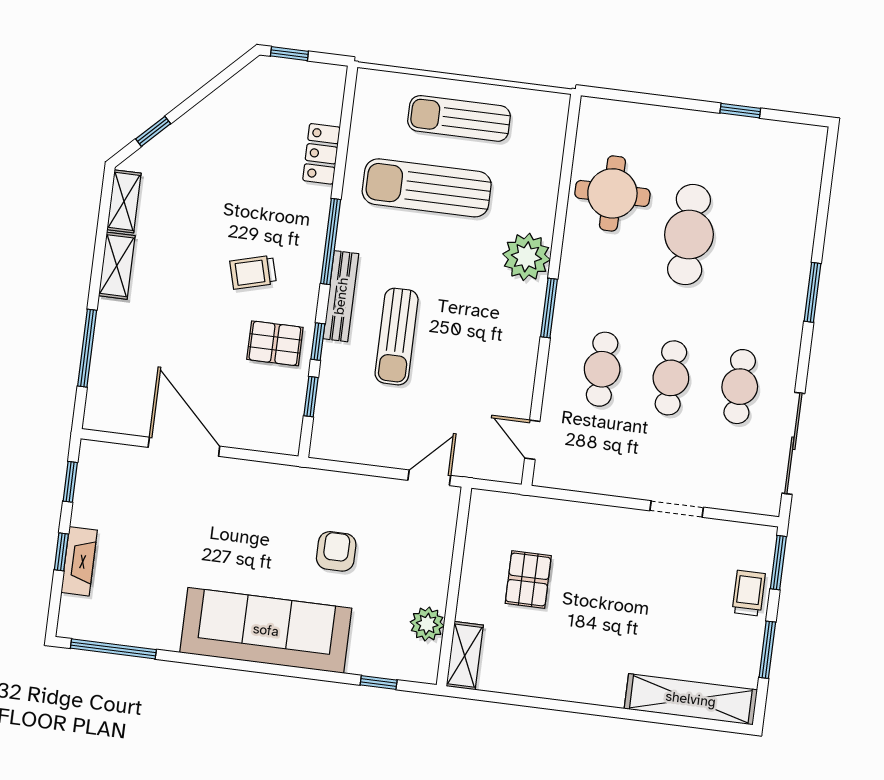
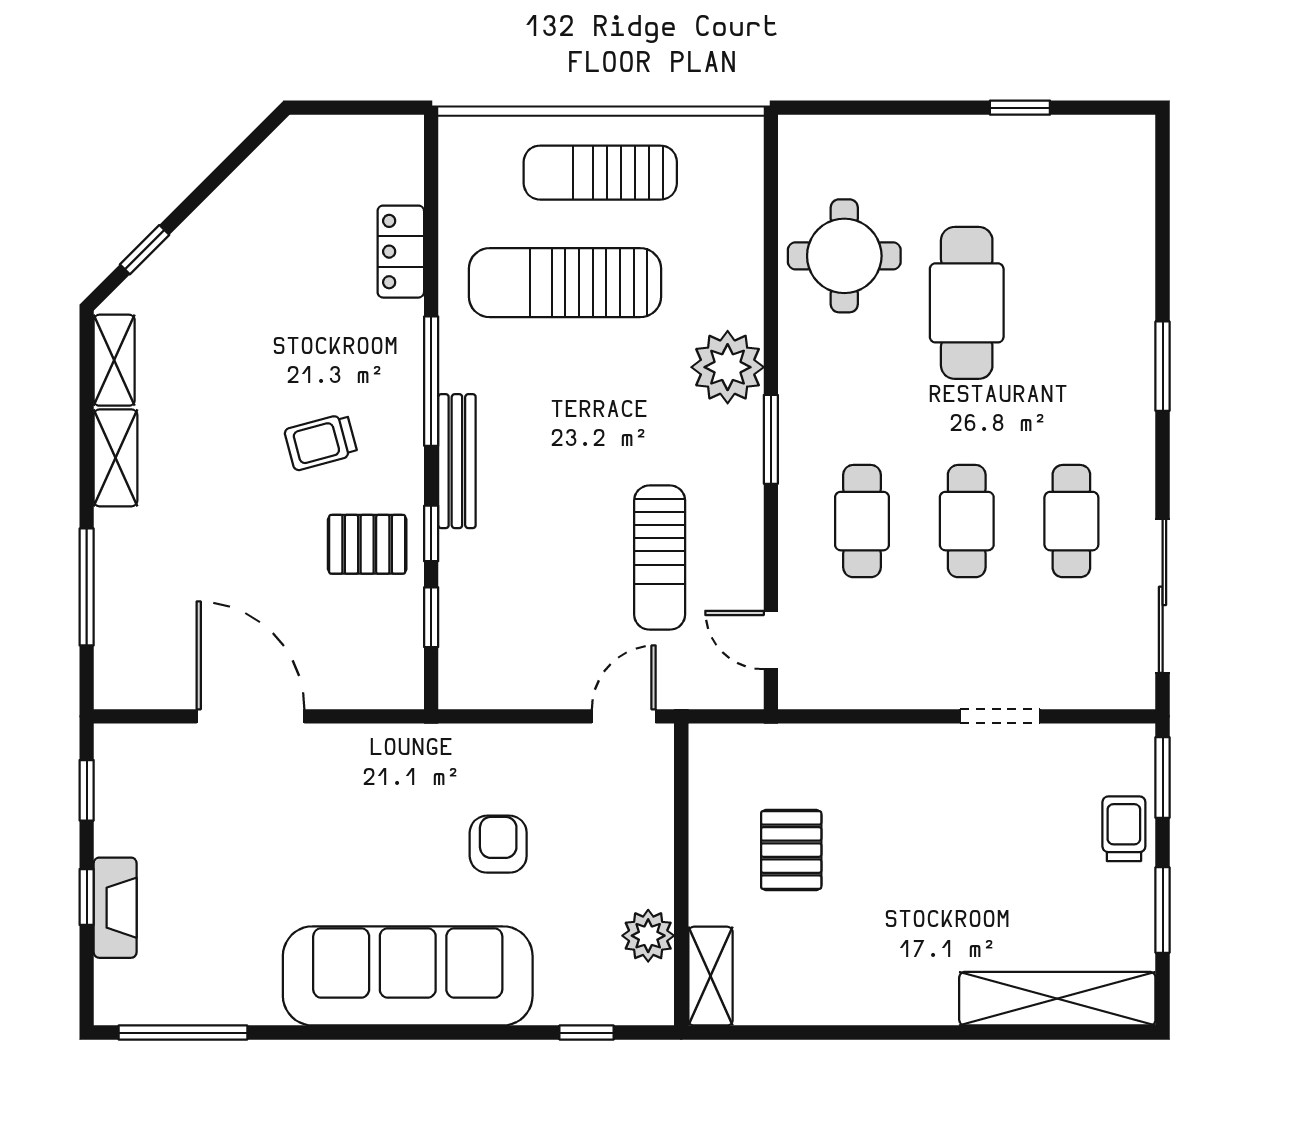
window: (289, 54) -> (334, 108), removed
sun lounger: (397, 337) -> (660, 558), moved

